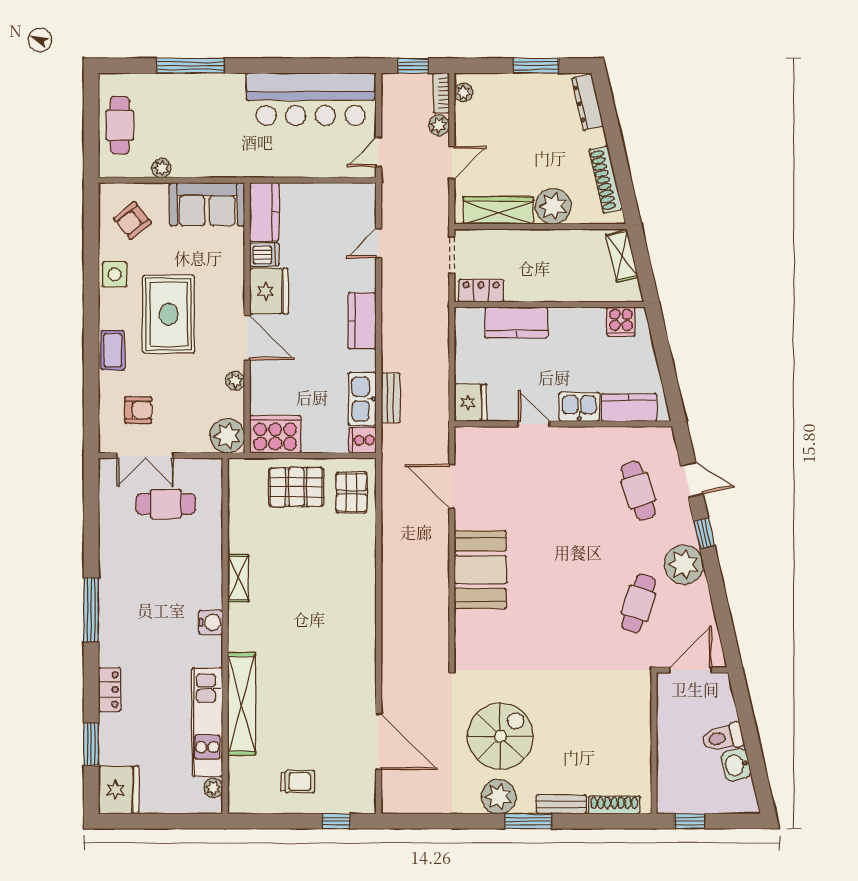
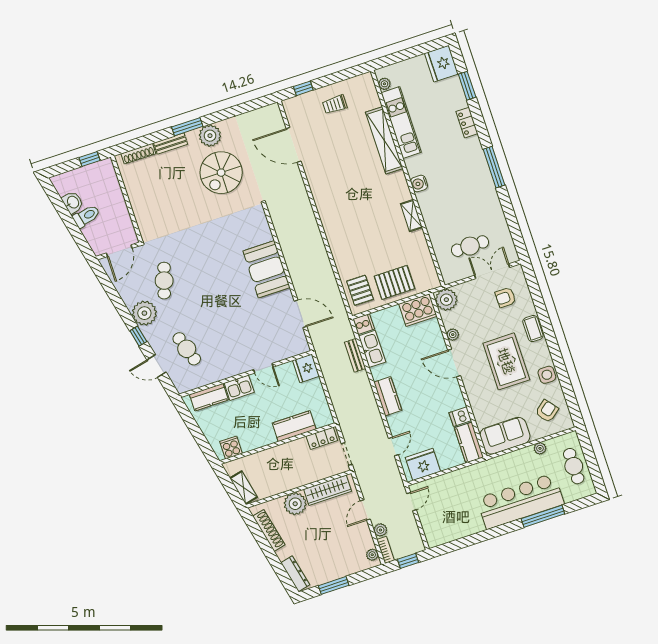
bar counter: (311, 99) -> (520, 501), moved
fridge: (269, 291) -> (423, 464), moved, turned 90

